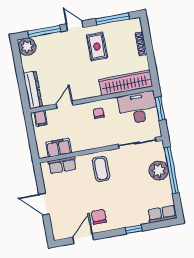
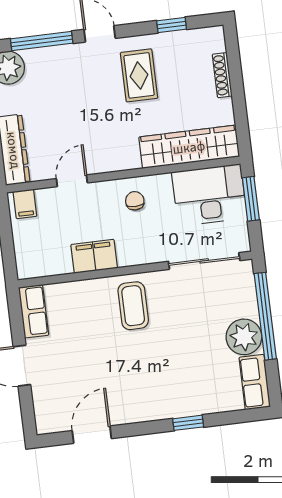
window: (113, 19) -> (172, 25), width x0.46
filing cabinet: (59, 148) -> (94, 256), moved
row of seats: (62, 165) -> (34, 311), moved, turned -90
plant: (159, 171) -> (244, 337), moved
row of seats: (162, 214) -> (255, 382), moved, turned -90
chair: (99, 217) -> (124, 396), removed

